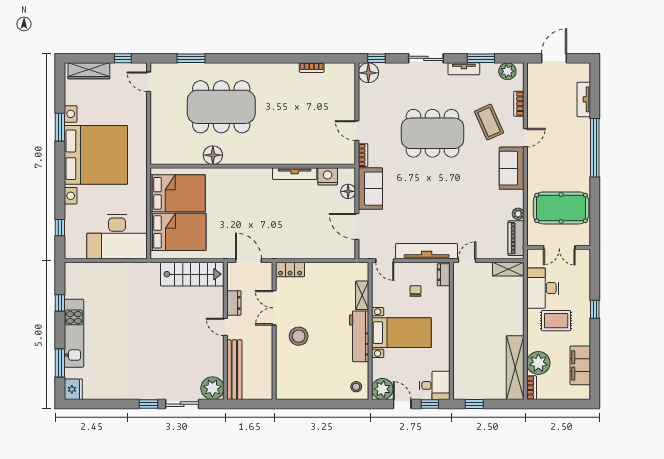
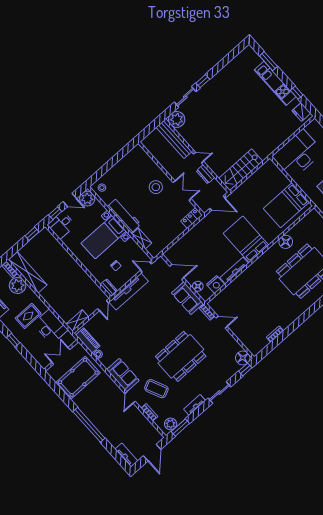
window: (481, 58) -> (180, 427), moved
tv unit: (584, 99) -> (126, 455), moved
bed: (178, 232) -> (246, 239), moved, turned 90
fridge: (73, 389) -> (301, 112), moved

